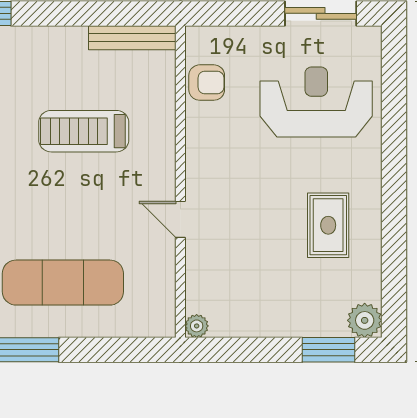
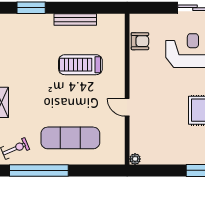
bench: (132, 38) -> (75, 20), moved

